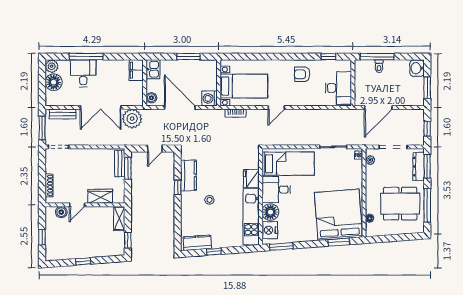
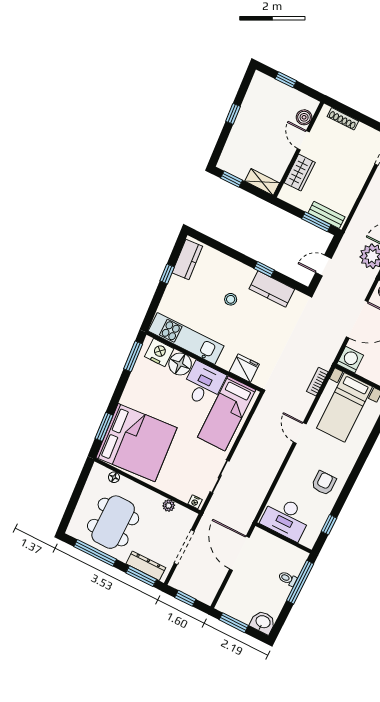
door: (155, 149) -> (323, 265), hinge flipped
plant: (370, 160) -> (169, 506), moved
fridge: (251, 178) -> (244, 368), moved

